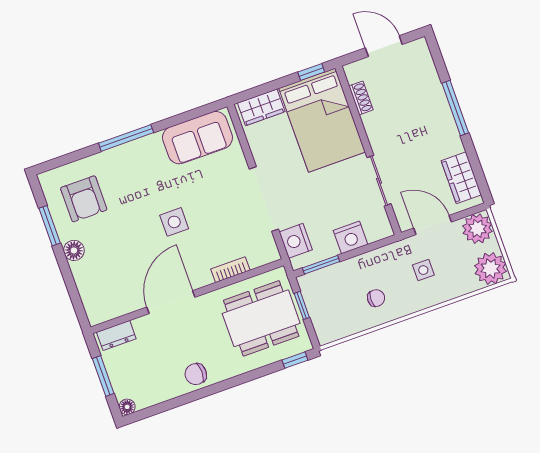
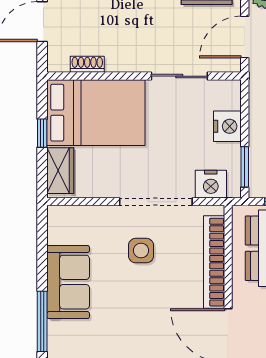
window: (311, 72) -> (42, 133), moved
sofa: (197, 138) -> (68, 282), moved
side table: (174, 222) -> (141, 251), moved
bookcase: (230, 270) -> (214, 262), width x2.31, depth x1.31

